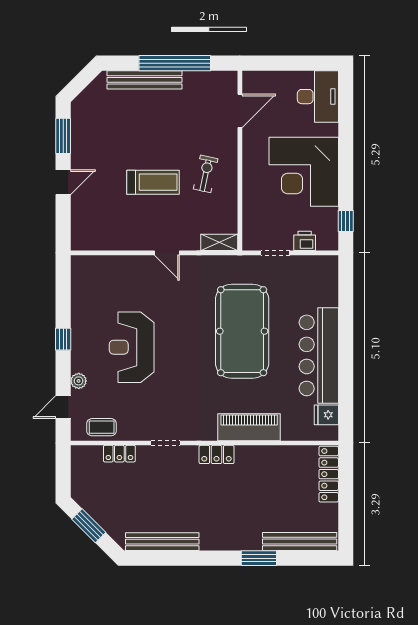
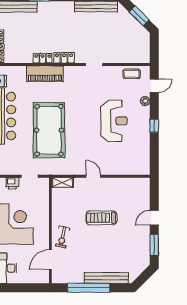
exercise bike: (206, 174) -> (63, 237), moved
locker: (119, 454) -> (43, 58), moved

